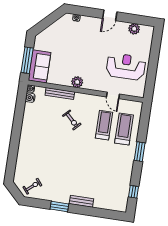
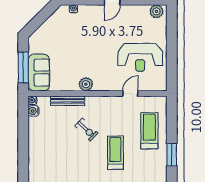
plant: (134, 29) -> (156, 11), moved
reception desk: (126, 67) -> (140, 57), turned 180
door: (113, 95) -> (130, 93), swing flipped
treadmill: (104, 125) -> (115, 153), moved

